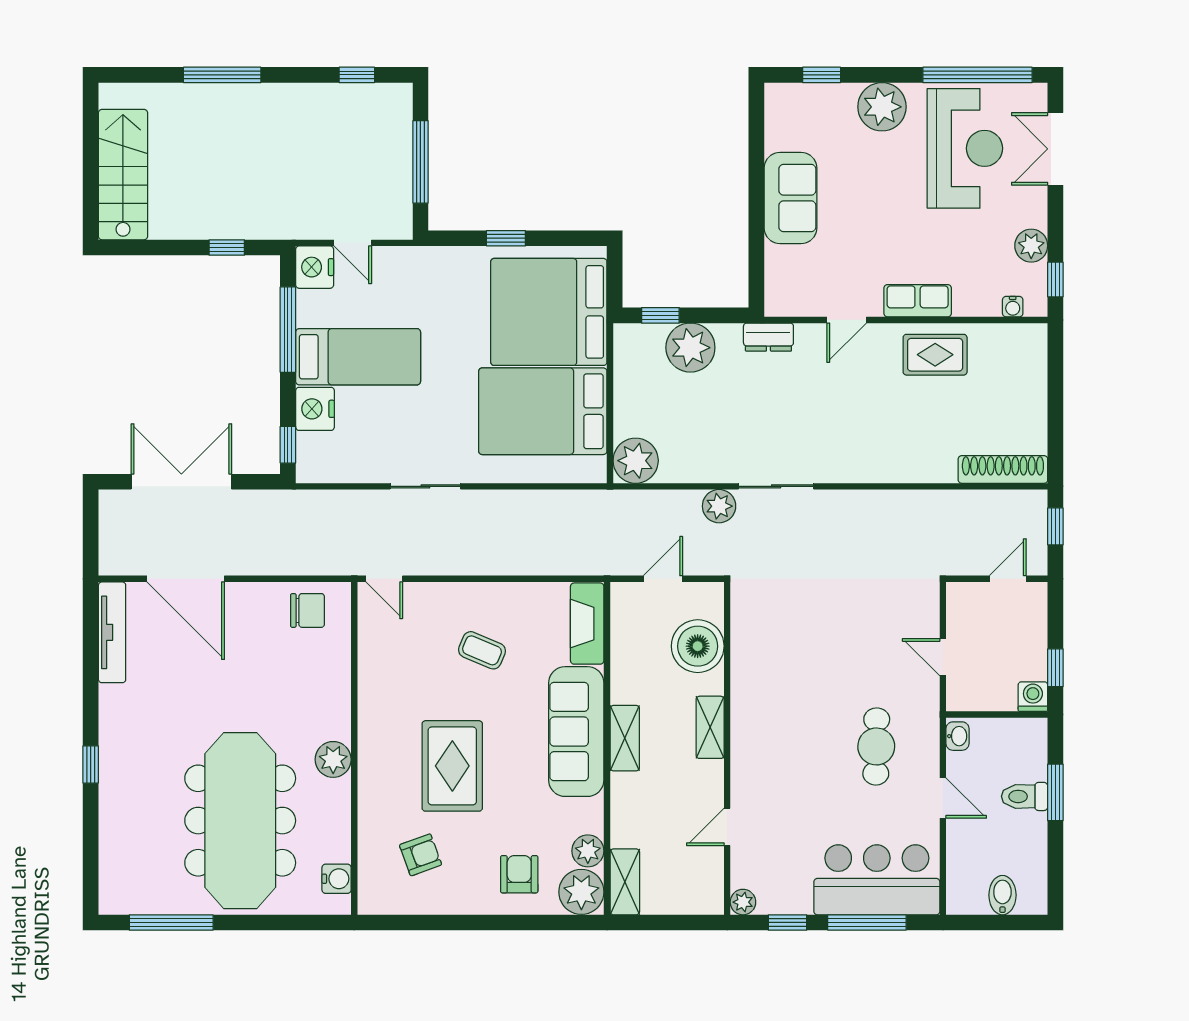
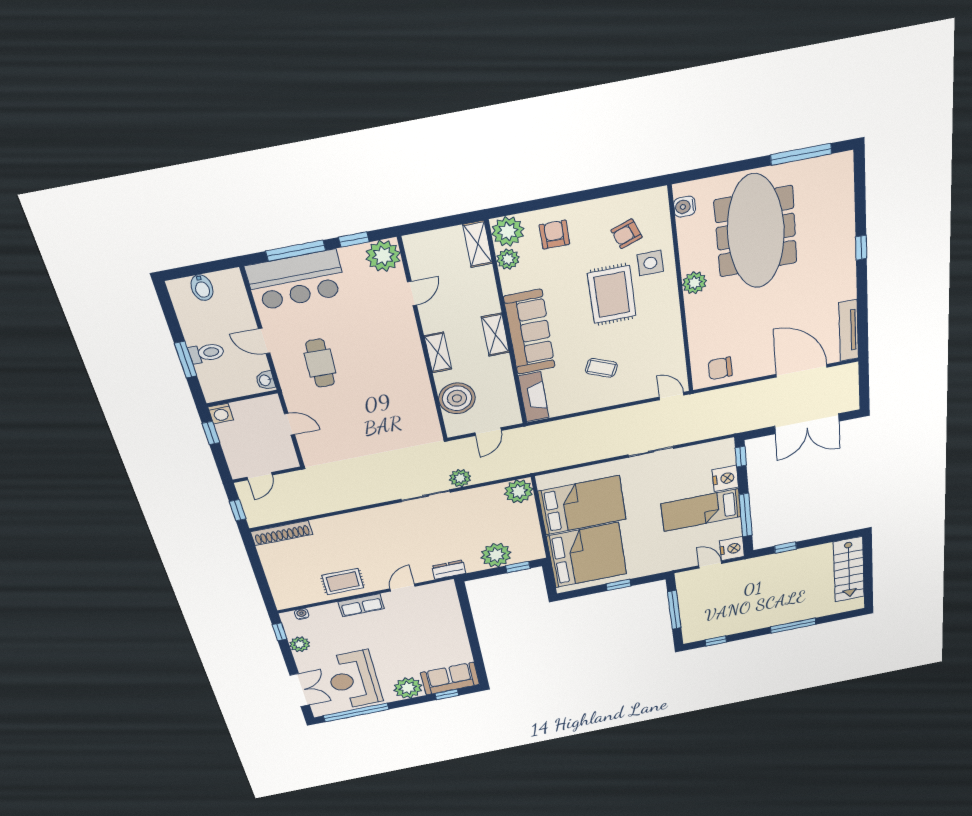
sofa: (790, 198) -> (450, 679), moved, turned 90
side table: (393, 804) -> (650, 263), added
armchair: (519, 874) -> (554, 235), turned 180
plant: (743, 902) -> (383, 256), width x1.87, depth x1.87

